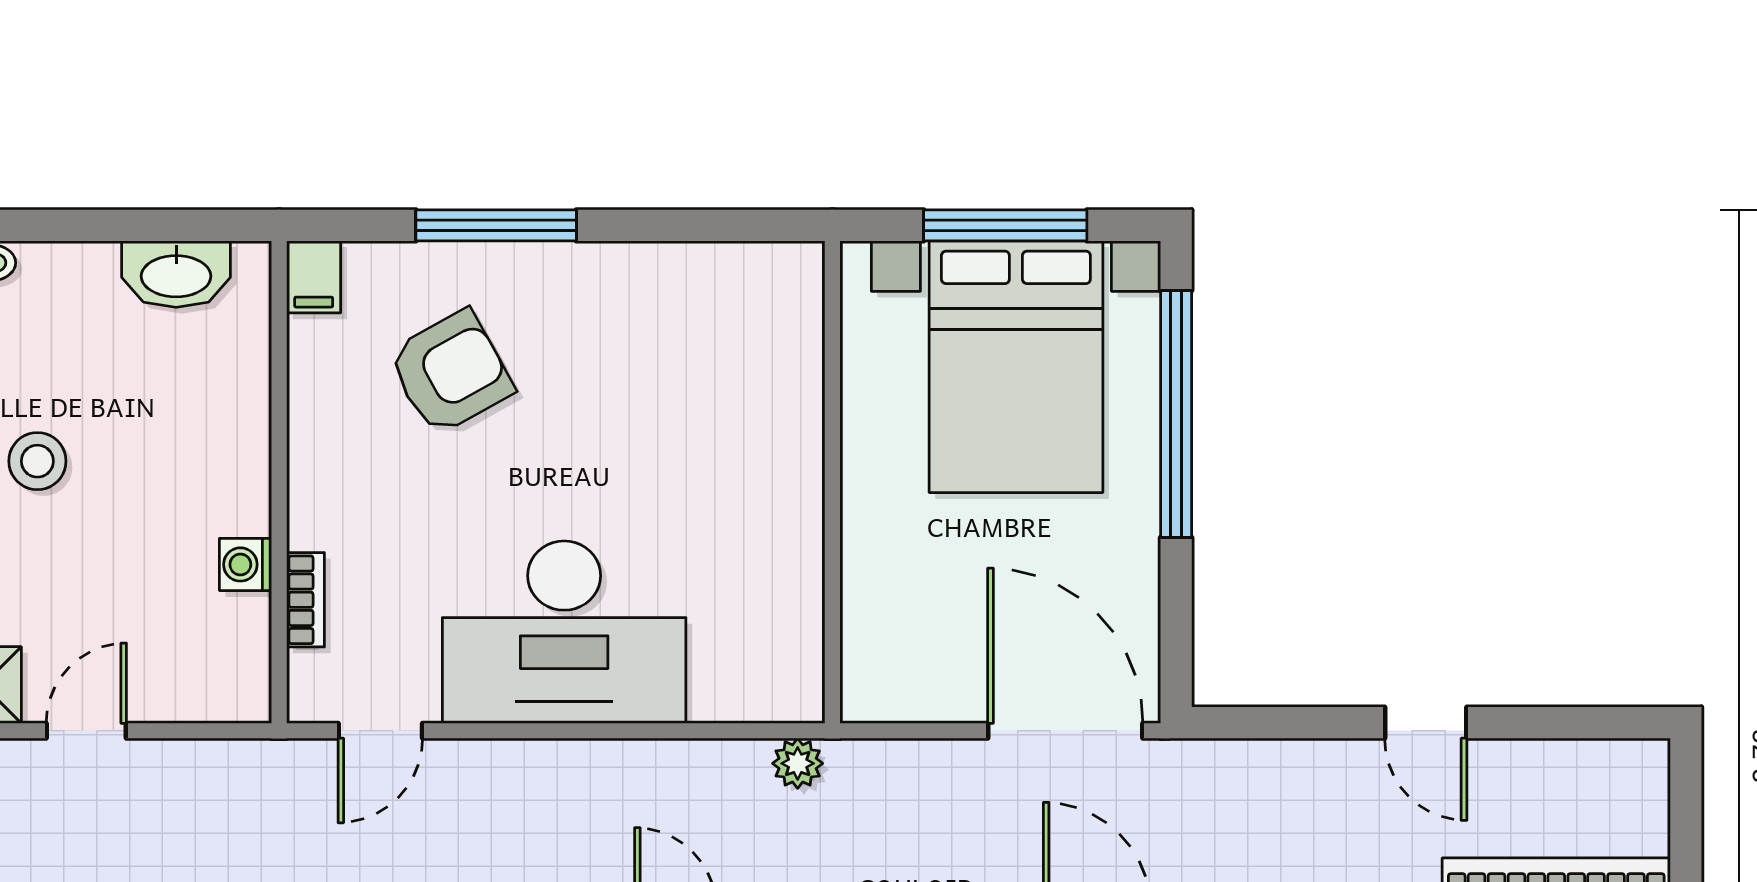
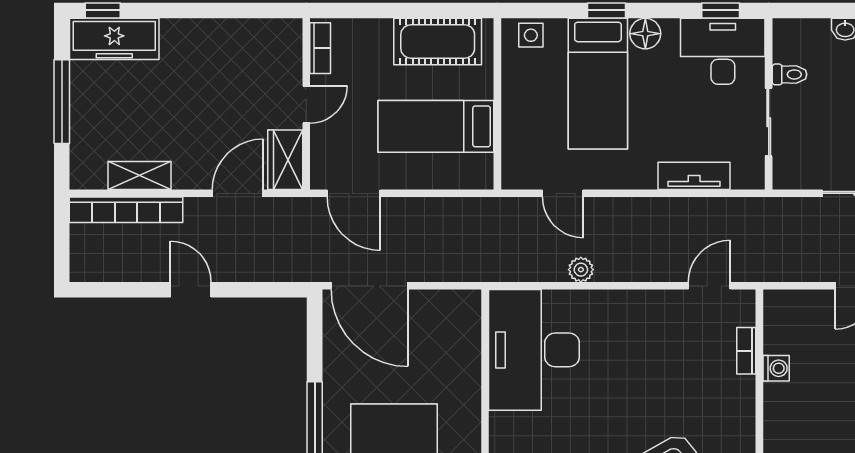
desk: (564, 632) -> (534, 350), moved, turned -90
plant: (798, 763) -> (581, 270), moved

